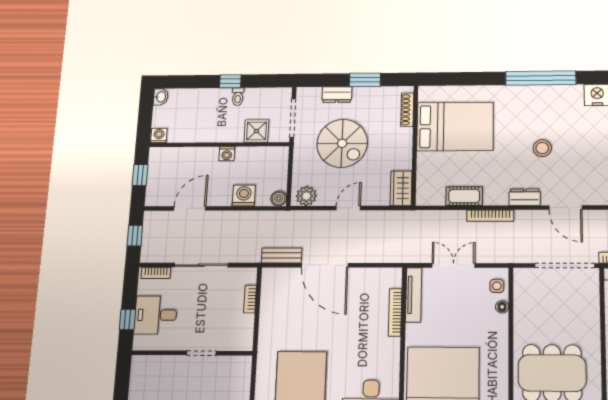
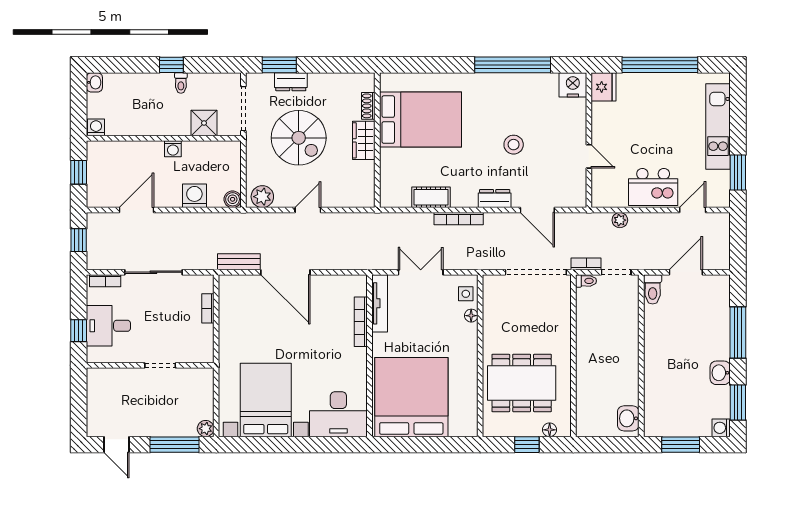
window: (365, 80) -> (279, 65), moved
shoe rack: (407, 110) -> (368, 106), width x0.70
wardrobe: (401, 188) -> (364, 140), moved

